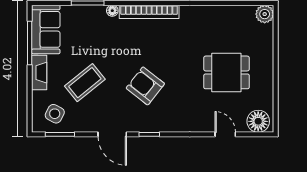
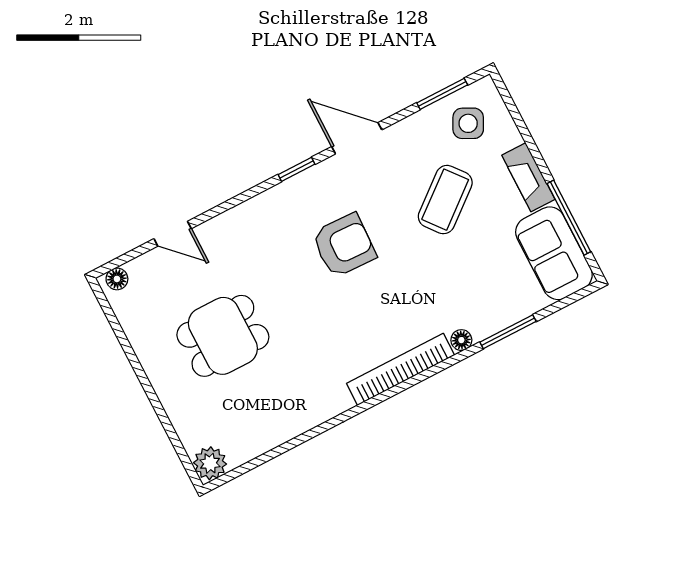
armchair: (145, 86) -> (344, 245), turned -36
floor lamp: (258, 121) -> (117, 279), width x0.53, depth x0.53

